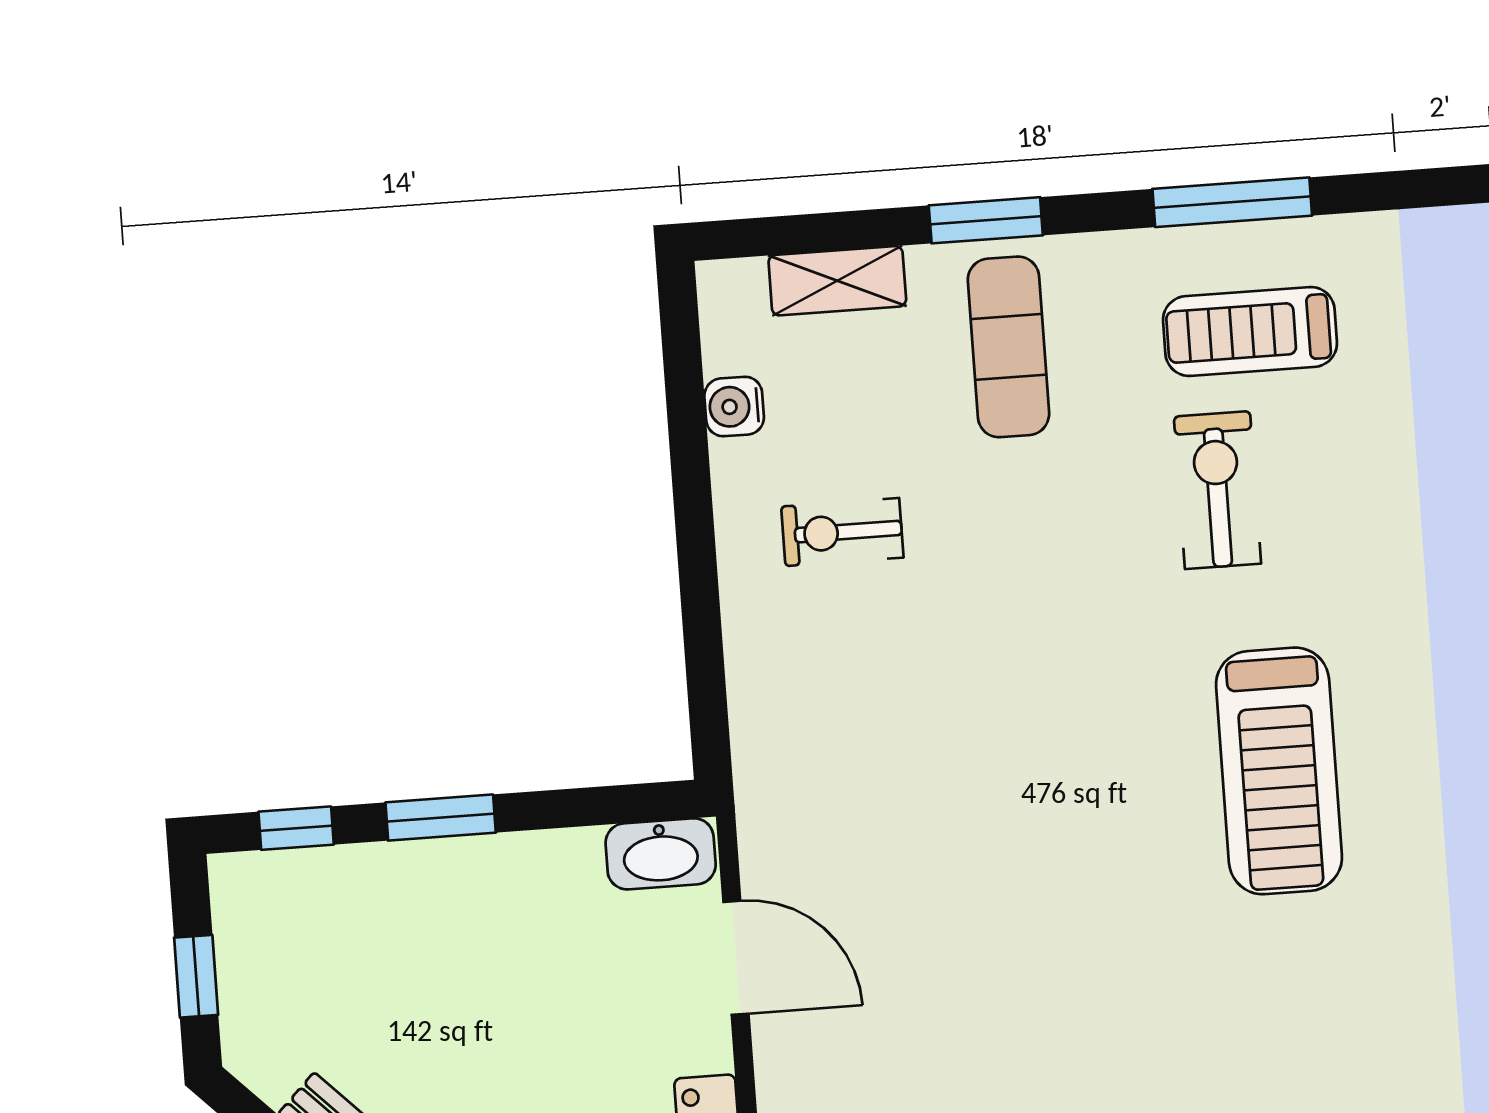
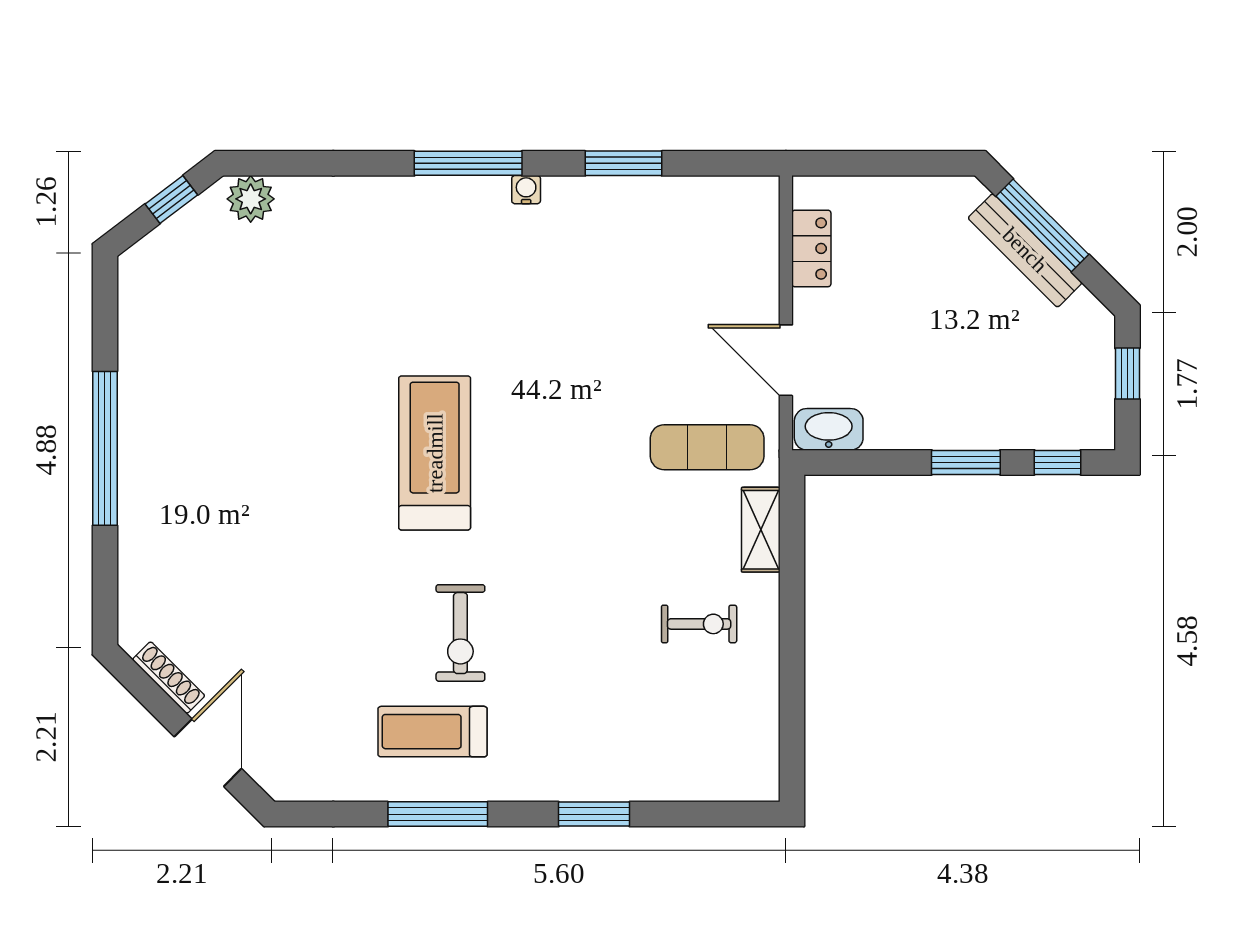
shelving: (837, 281) -> (761, 530), moved, turned 90
treadmill: (1250, 332) -> (433, 732), turned 180
exercise mat: (1008, 347) -> (707, 447), moved, turned 90
water cooler: (734, 407) -> (762, 708), removed

